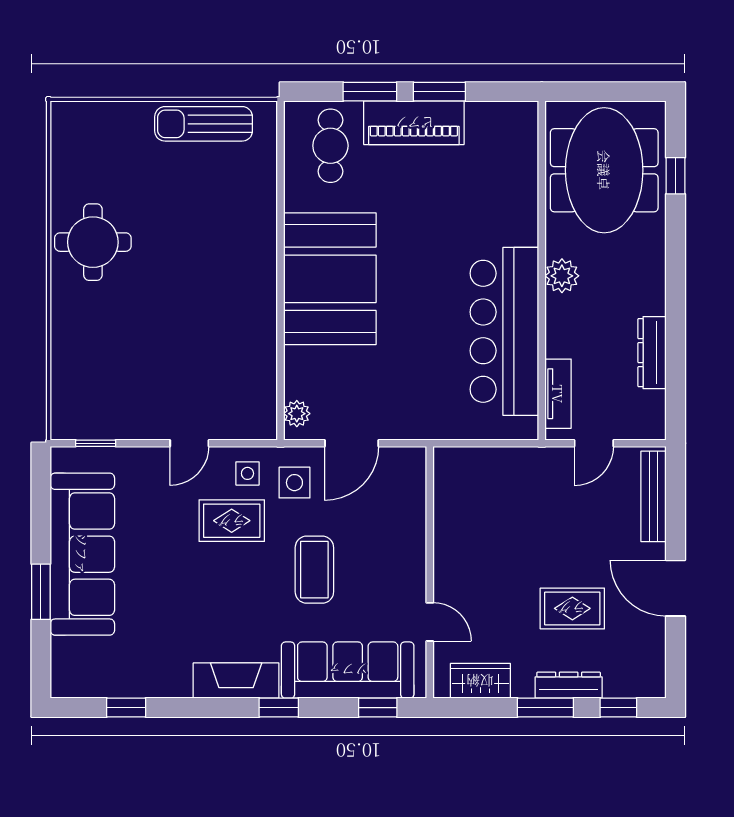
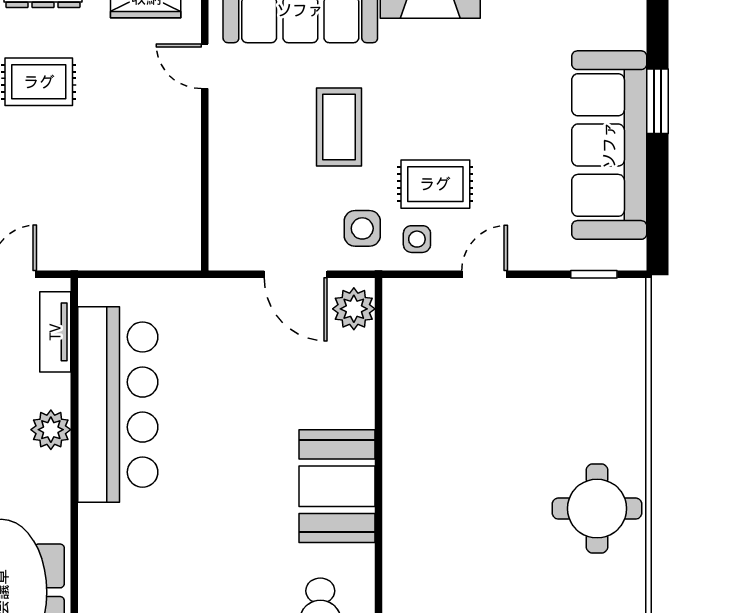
plant: (562, 276) -> (51, 430), moved
booth: (330, 279) -> (337, 486), width x0.73, depth x0.70
plant: (297, 414) -> (354, 309), width x1.38, depth x1.38
door: (352, 443) -> (296, 274), swing flipped

